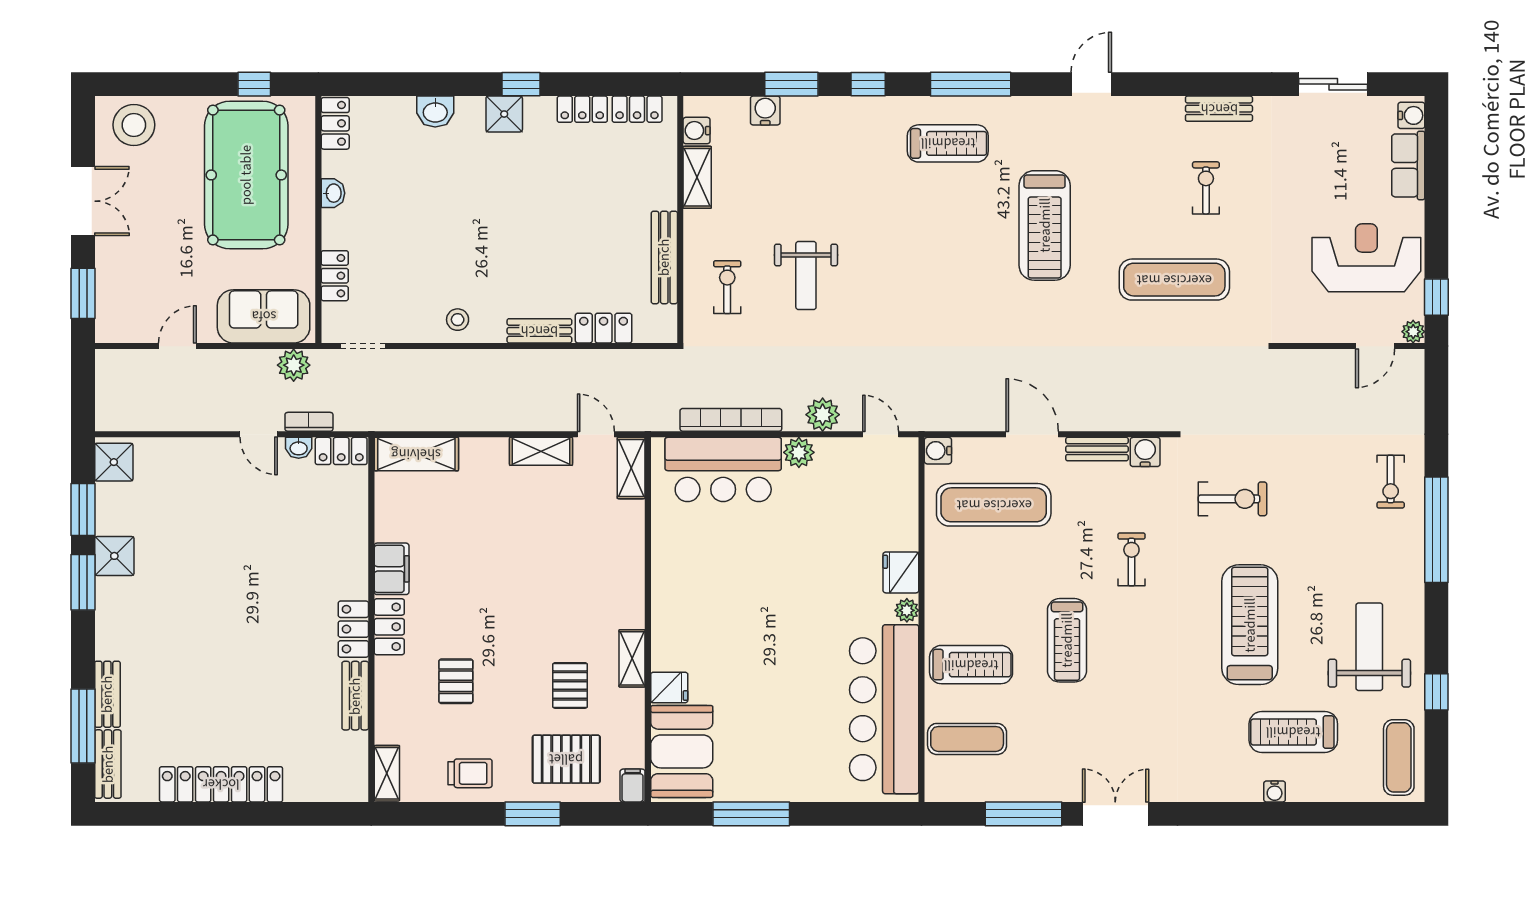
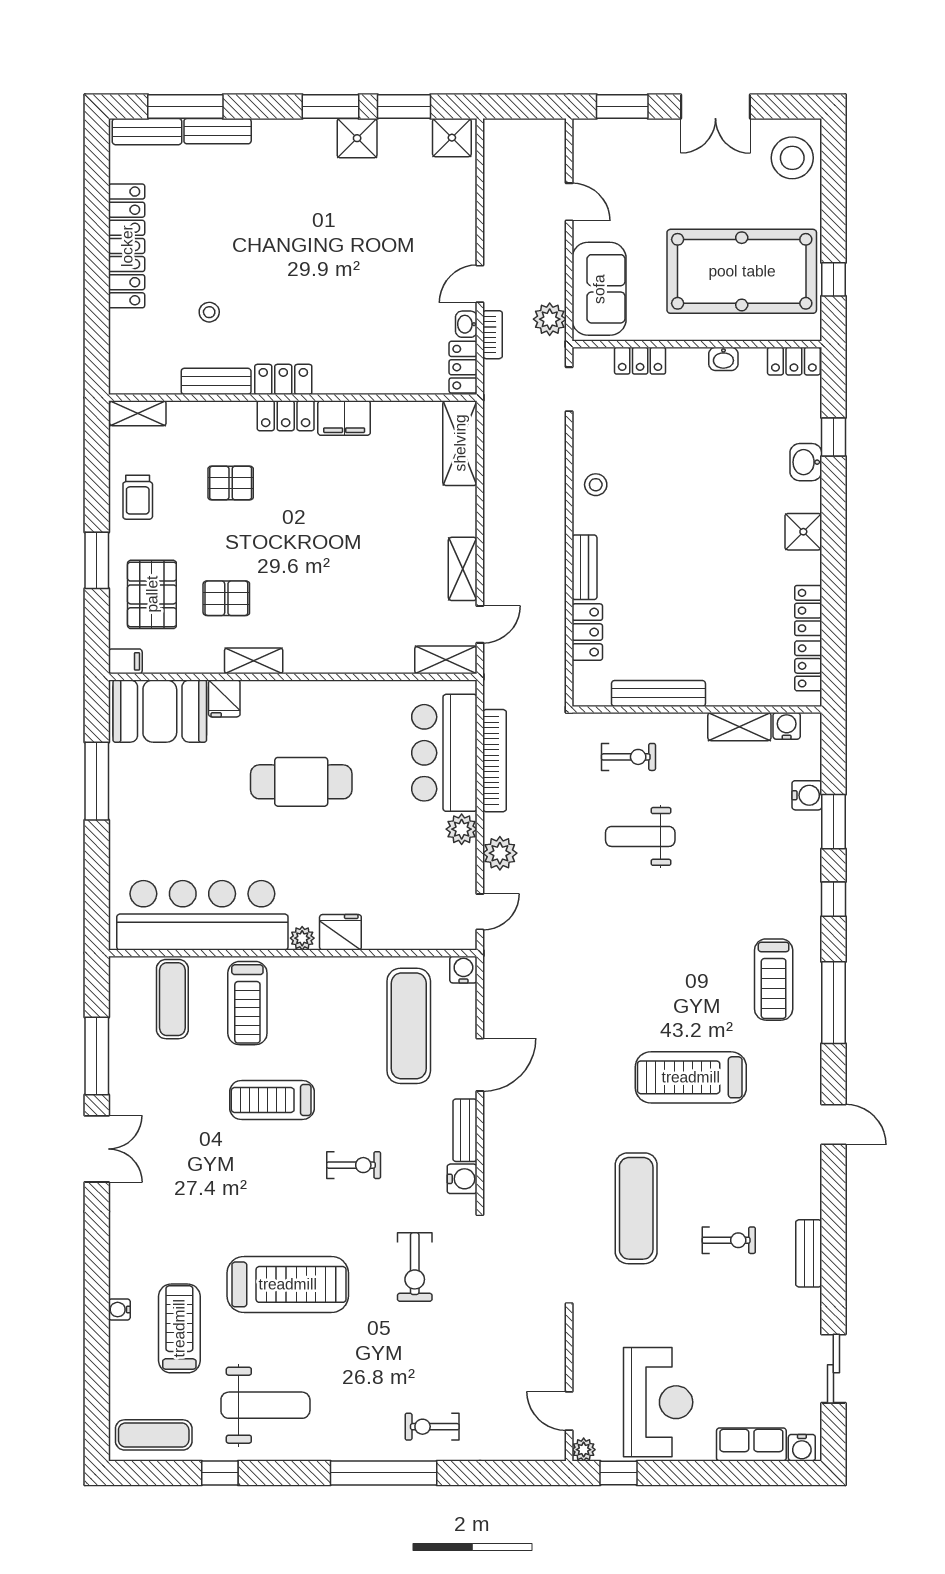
window: (521, 84) -> (833, 437), moved
cafe table: (752, 611) -> (301, 782), added
stool: (287, 702) -> (209, 312), added

